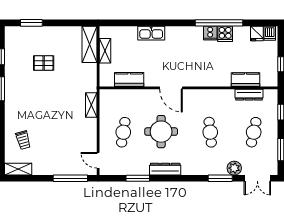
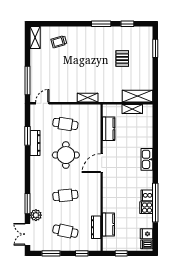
kitchen sink: (151, 33) -> (147, 159), moved
dresser: (165, 169) -> (35, 143), moved

